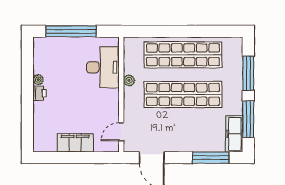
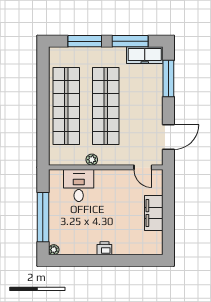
desk: (103, 67) -> (79, 186), width x0.73
plant: (38, 80) -> (54, 250), moved

